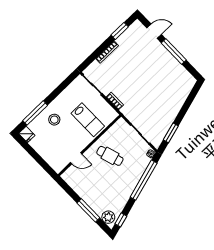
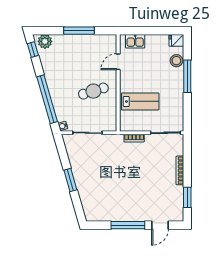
window: (35, 113) -> (187, 76), moved
stool: (54, 120) -> (176, 61), moved
lab bench: (88, 120) -> (140, 101), turned 180
window: (171, 133) -> (70, 180), moved
kitchen sink: (53, 160) -> (135, 41), added
window: (88, 210) -> (79, 31), moved

